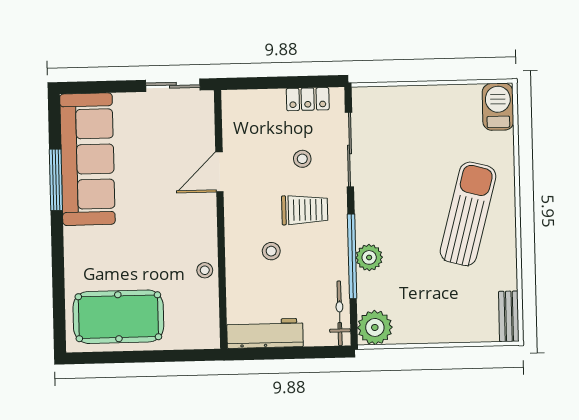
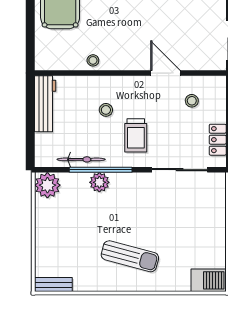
stool: (302, 159) -> (192, 101), moved
sun lounger: (468, 214) -> (130, 256), width x0.73, depth x0.75
bicycle: (340, 313) -> (81, 159), moved

